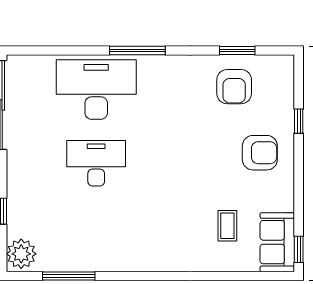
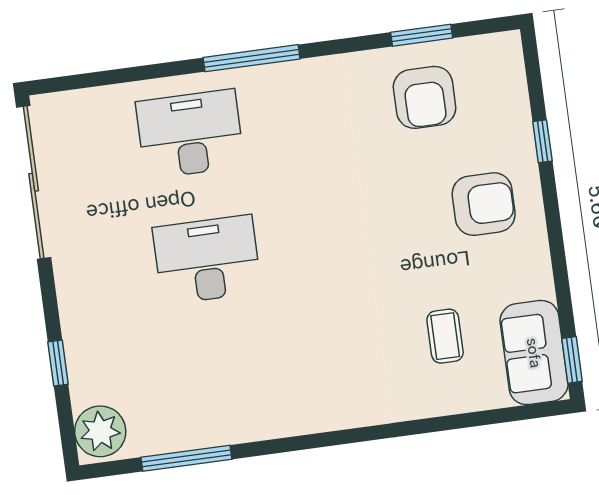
desk: (96, 90) -> (190, 134), width x0.73, depth x0.77

